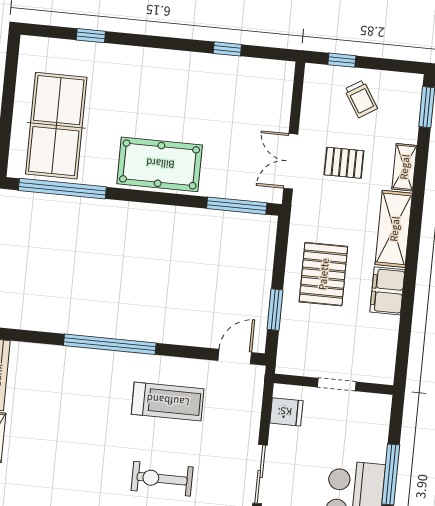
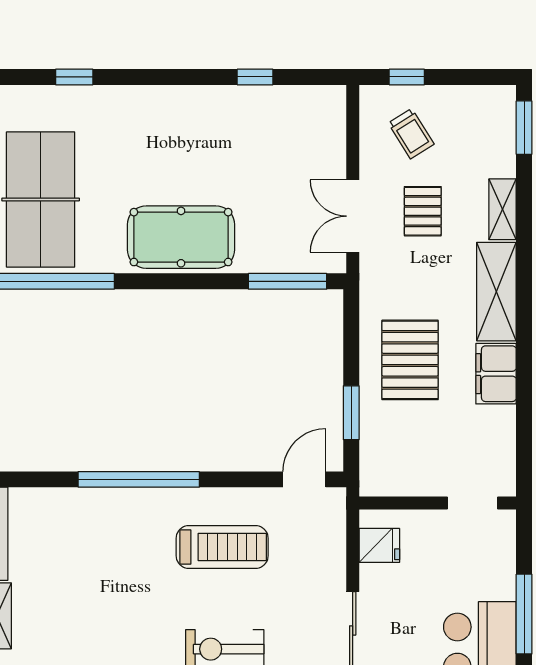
trolley: (361, 99) -> (411, 134), moved
pallet: (344, 163) -> (423, 211), turned 90
doorway: (337, 384) -> (473, 503), moved

